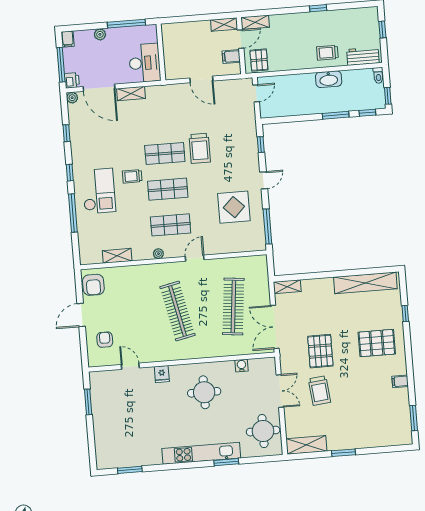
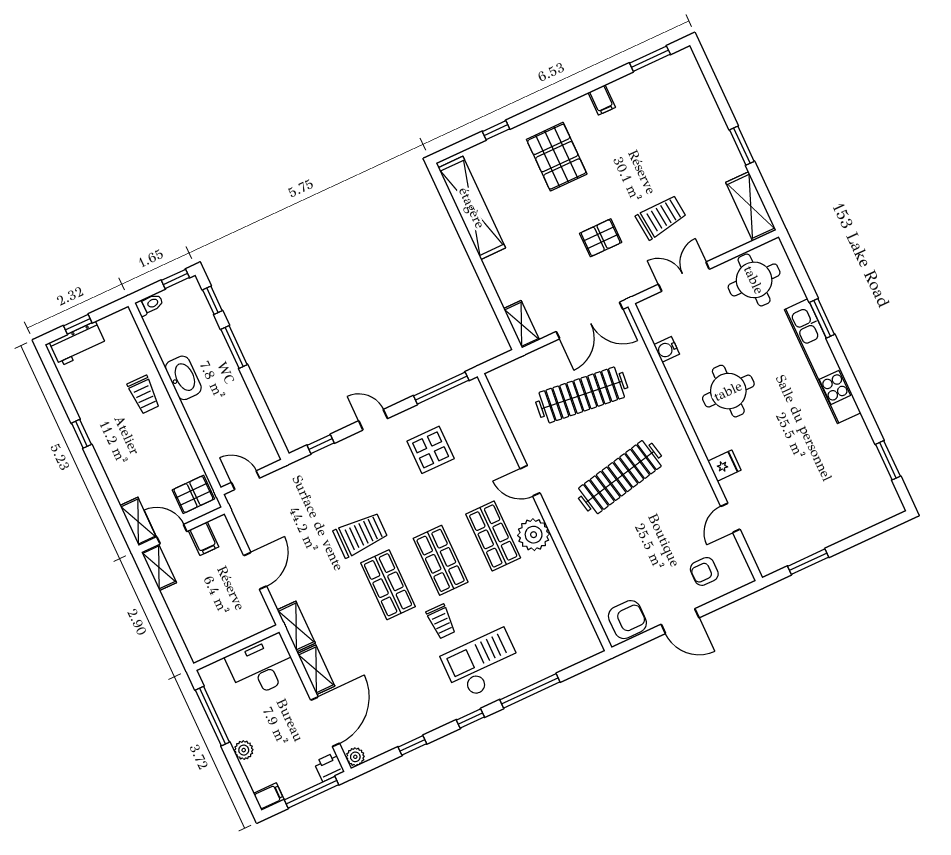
workbench: (363, 56) -> (78, 344), moved, turned -90
display table: (234, 207) -> (431, 450), width x0.73, depth x0.73
plant: (158, 254) -> (534, 535), width x1.88, depth x1.88
shelving: (117, 256) -> (296, 626), moved
pallet: (320, 351) -> (601, 238), width x0.67, depth x0.71

